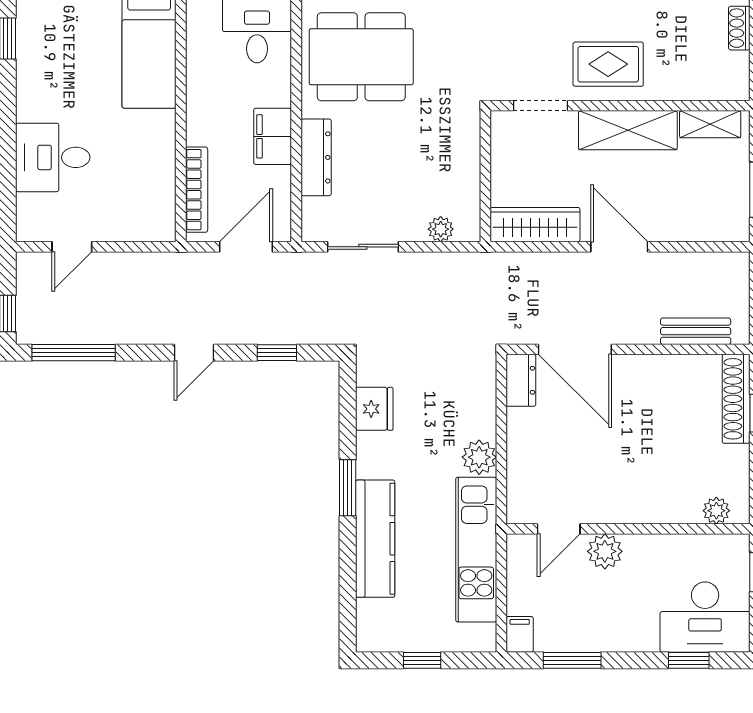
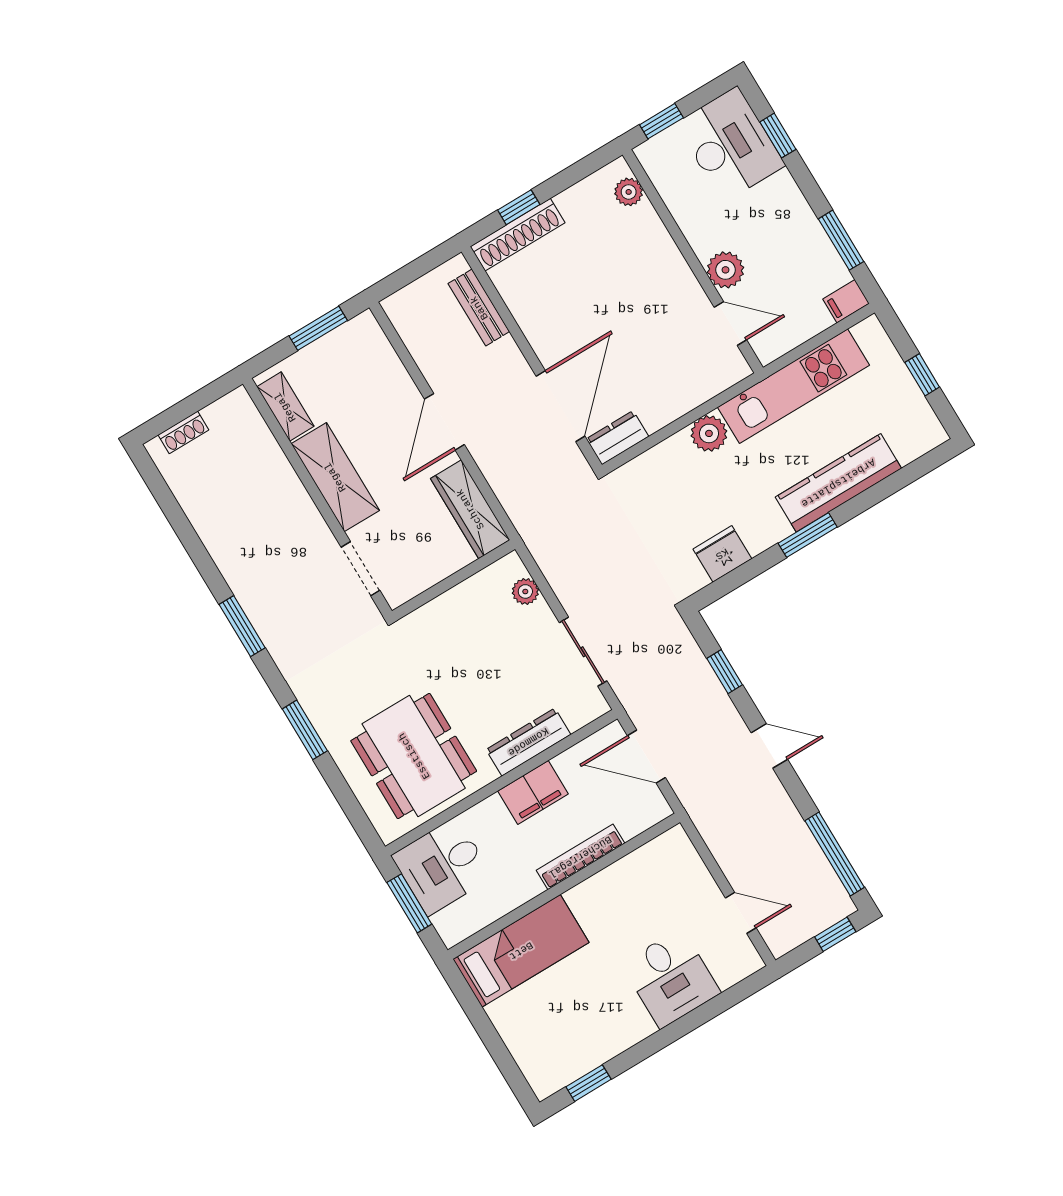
rug: (608, 64) -> (287, 530), removed
bookcase: (197, 190) -> (580, 857), moved

